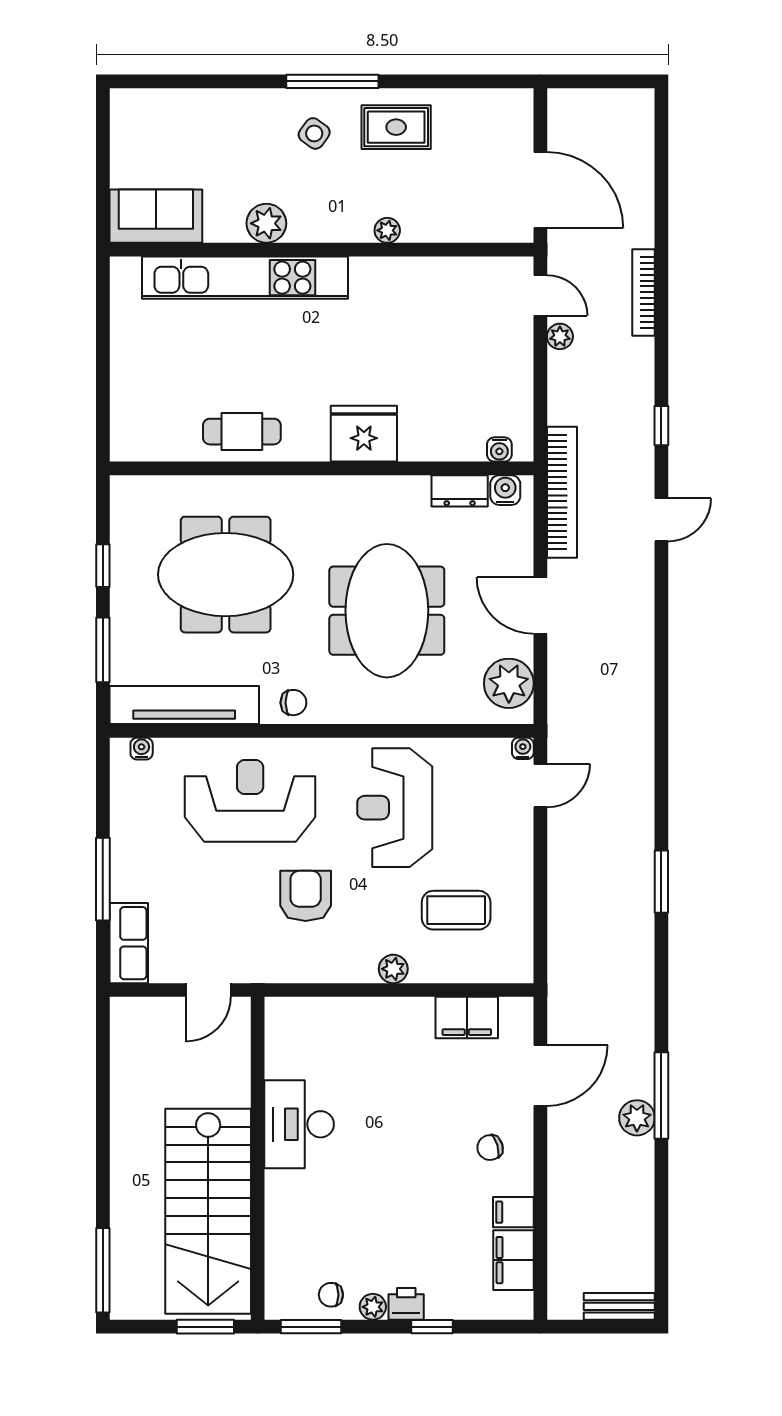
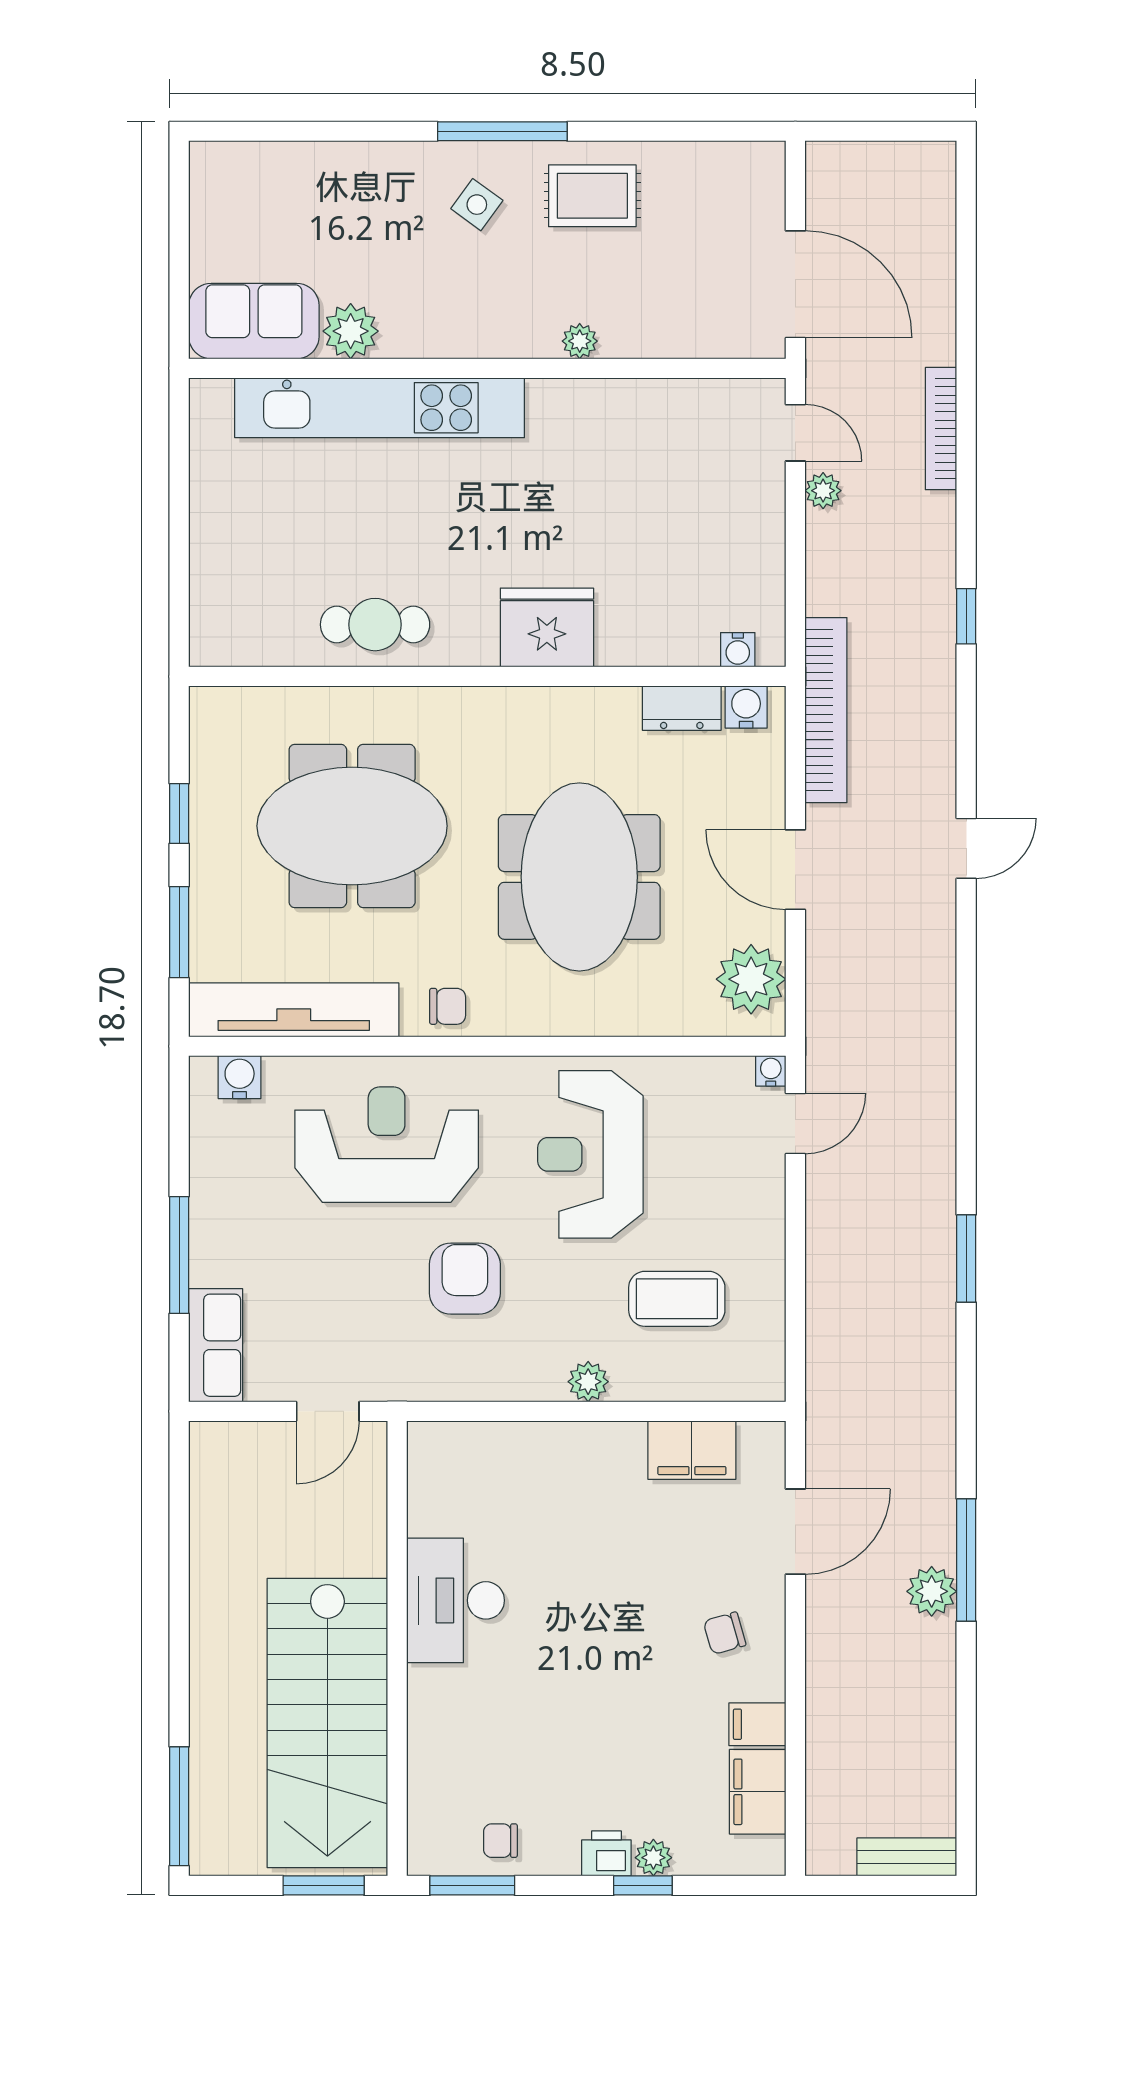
plant: (266, 223) -> (351, 331), moved
door: (661, 520) -> (966, 848), moved
water cooler: (142, 749) -> (240, 1077), width x1.38, depth x1.38
plant: (373, 1307) -> (653, 1858), moved

